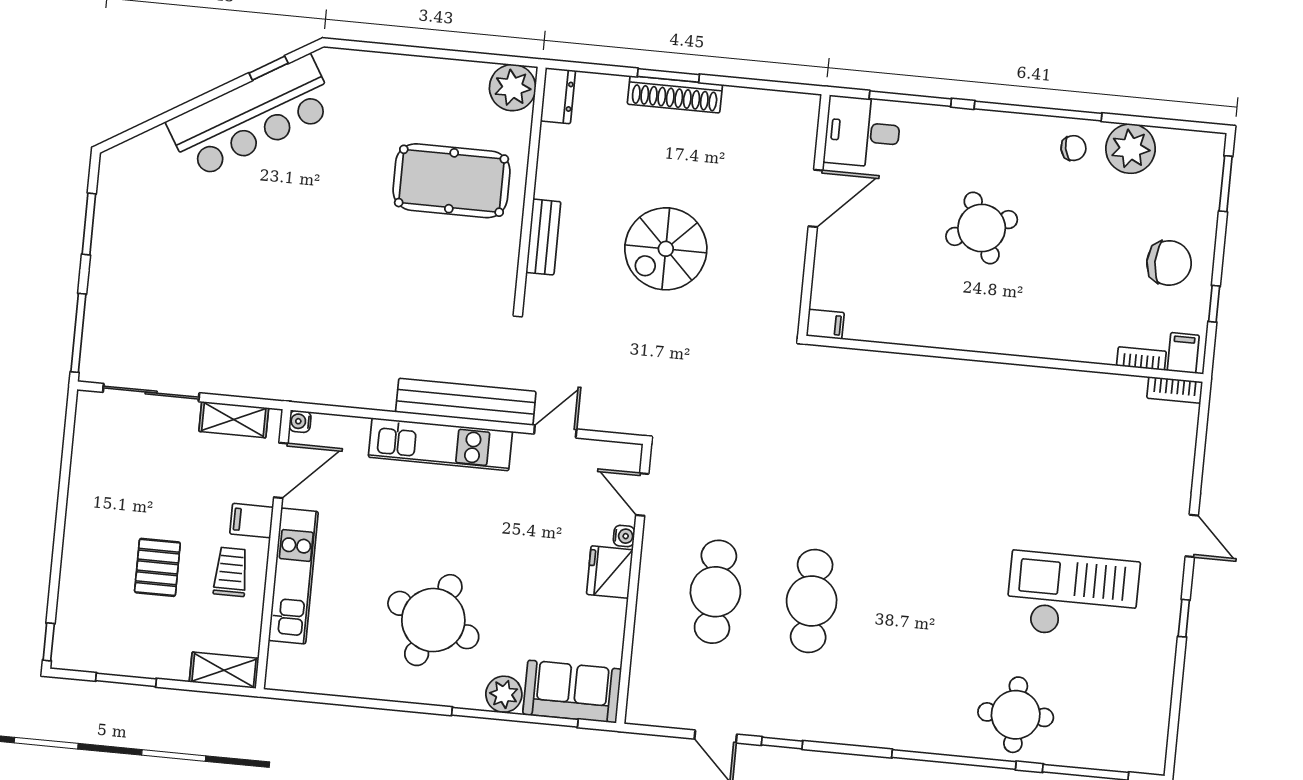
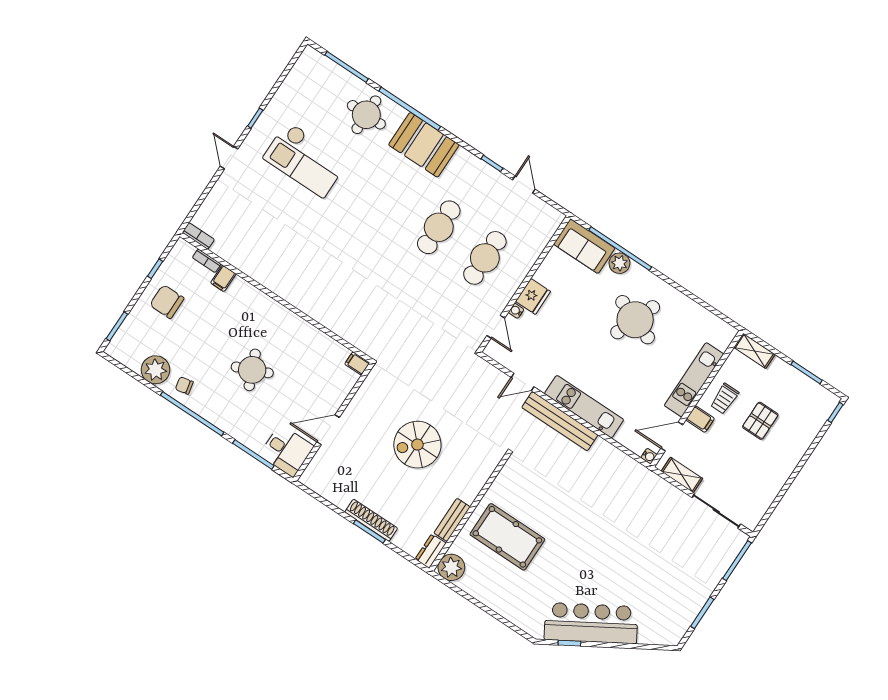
bench: (543, 237) -> (452, 520), moved
spiral stairs: (666, 249) -> (417, 445), turned 180
filing cabinet: (1183, 353) -> (223, 278), moved
booth: (902, 716) -> (424, 145), added

